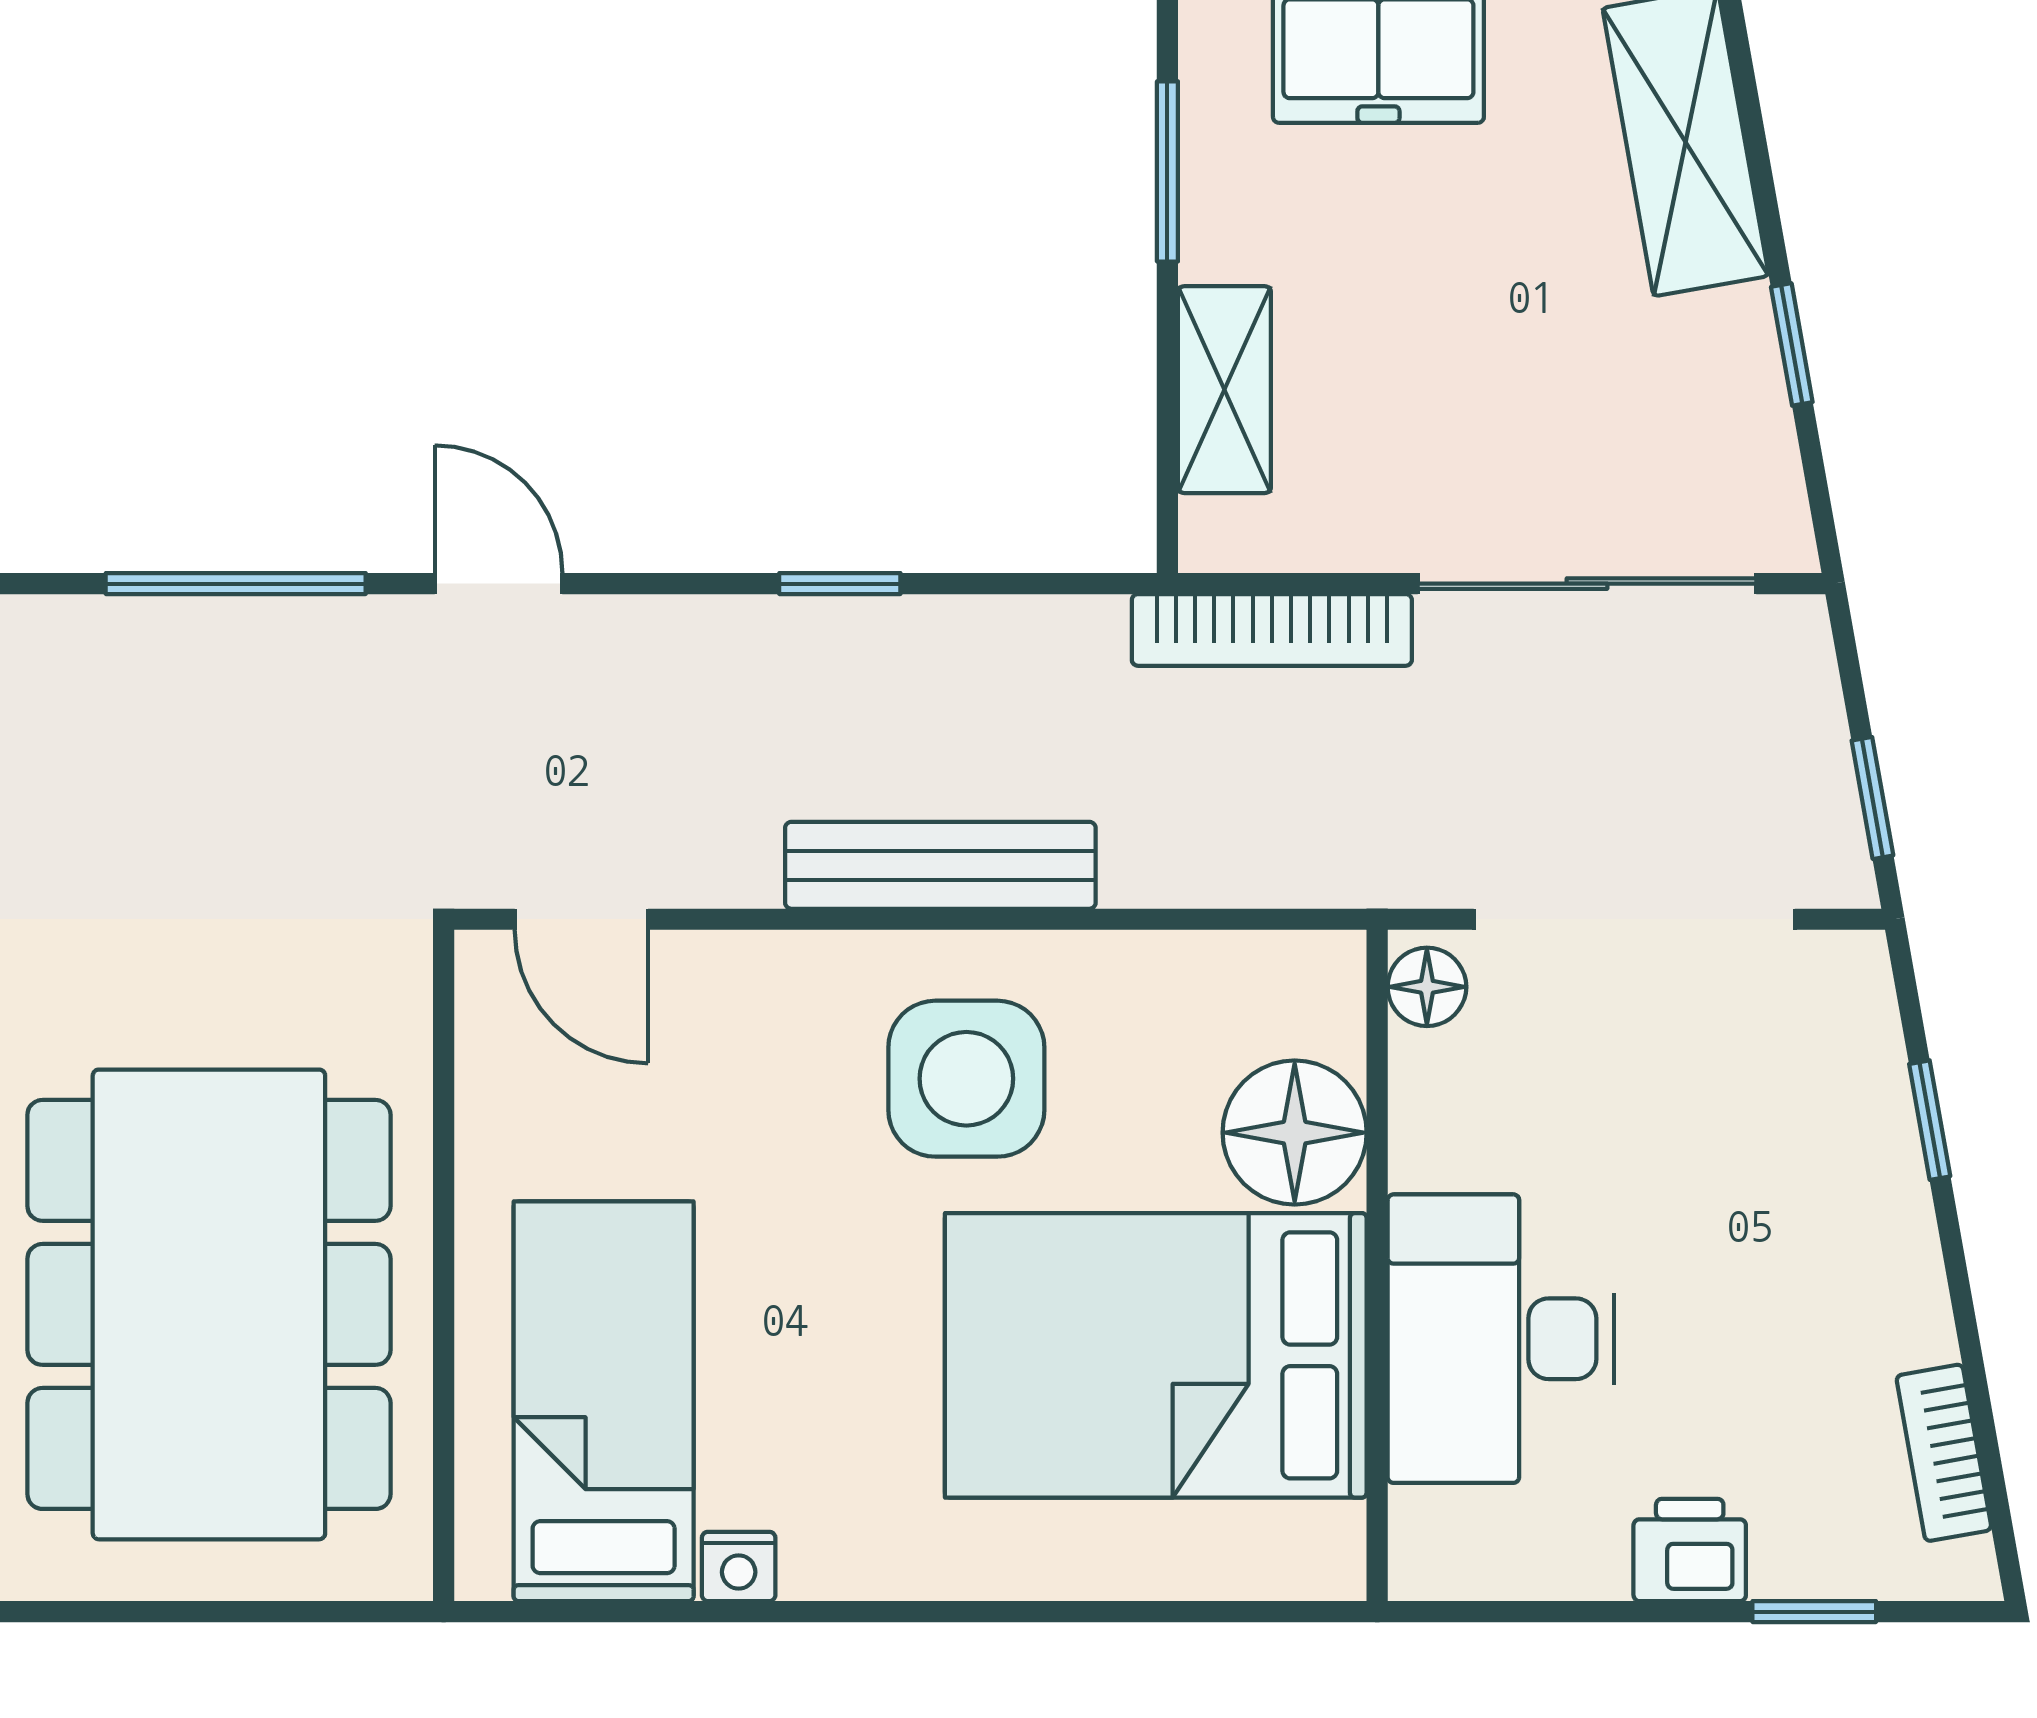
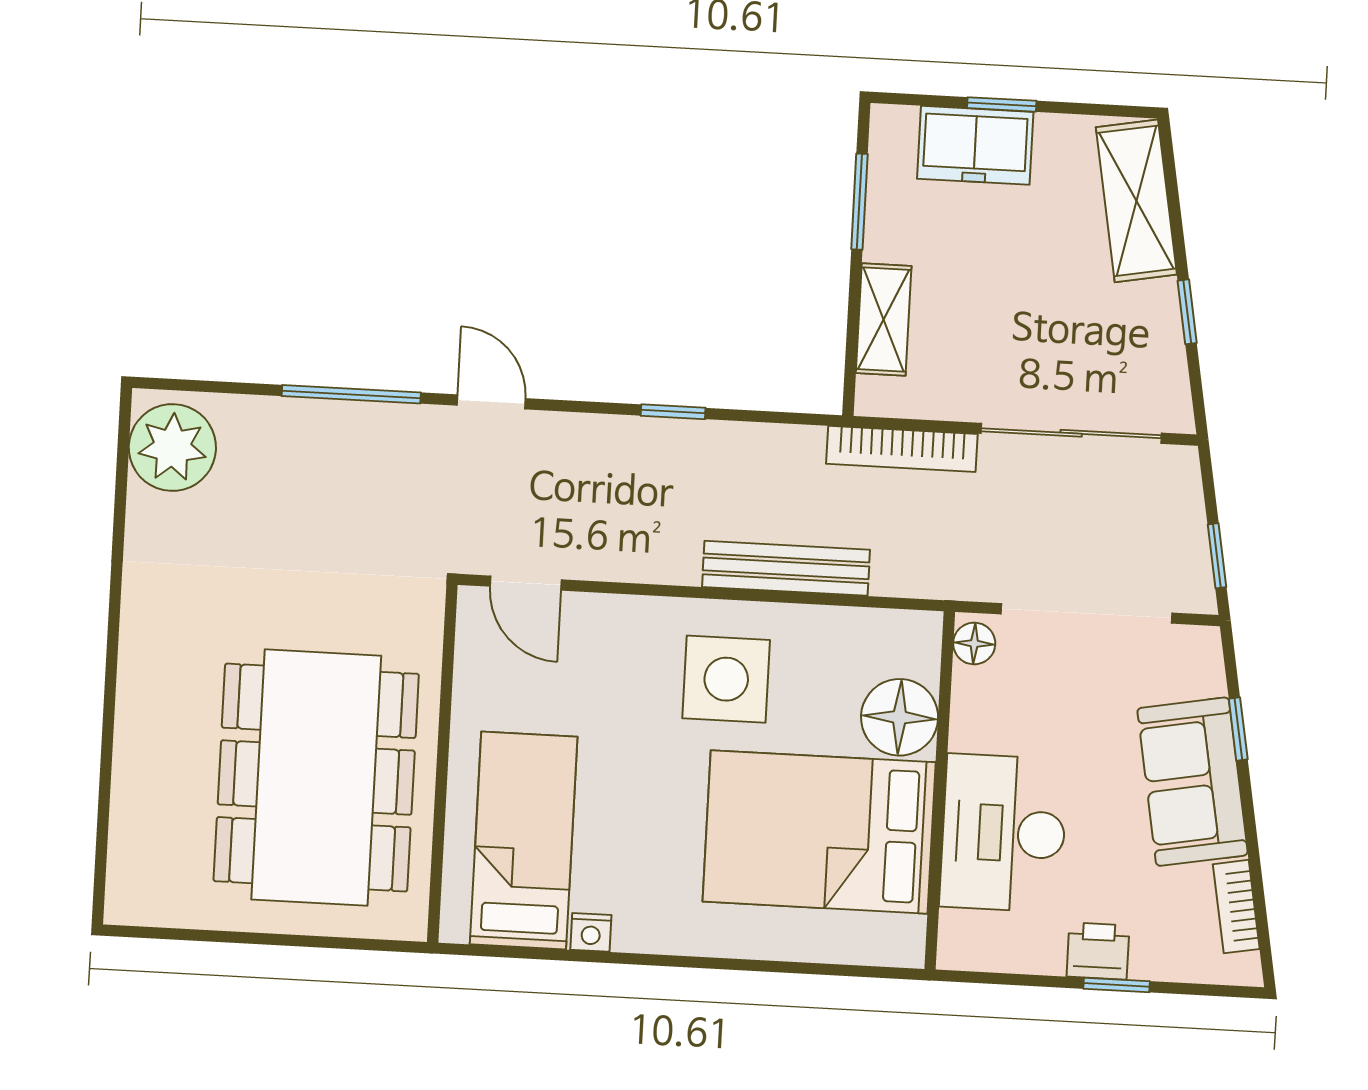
bench: (940, 865) -> (786, 568), moved
sofa: (1850, 1223) -> (1193, 782), added
window: (1814, 1612) -> (1117, 985), moved

